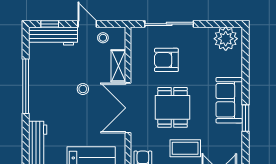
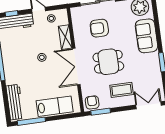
sofa: (229, 100) -> (146, 36), moved
dining table: (173, 107) -> (108, 62), turned 90

